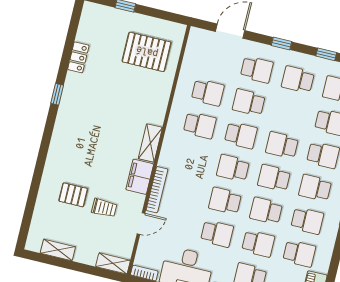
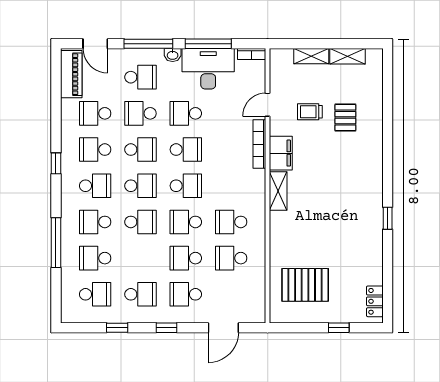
locker: (78, 57) -> (375, 301), moved
school desk: (249, 102) -> (186, 258), turned 180
pallet: (73, 195) -> (345, 118), turned 90
shelving: (113, 263) -> (311, 56), moved

